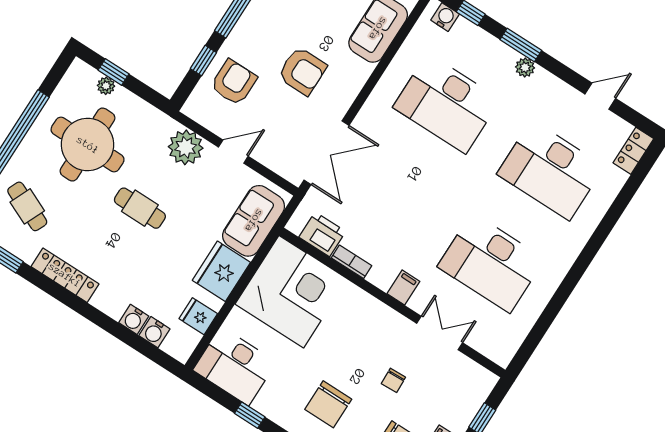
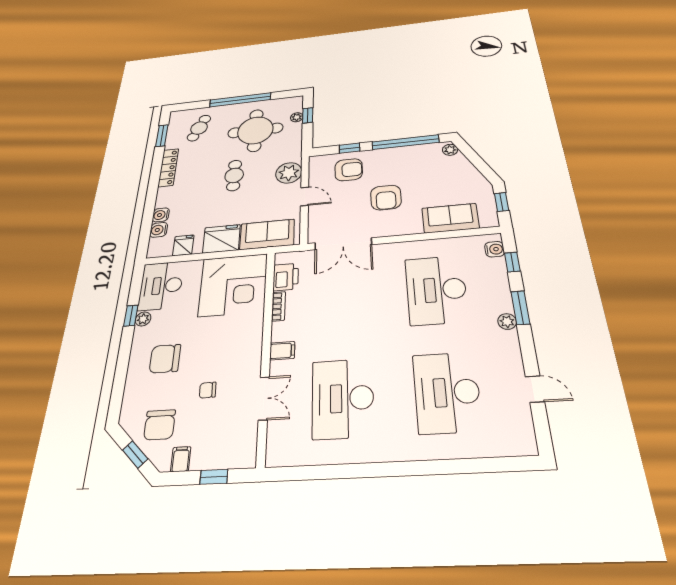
locker: (633, 151) -> (515, 446), removed
plant: (264, 404) -> (143, 319), added

